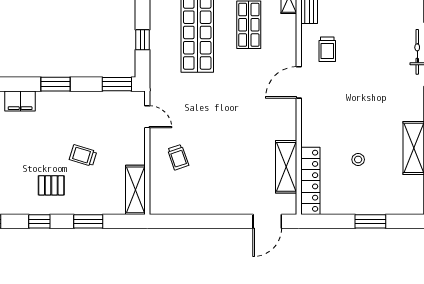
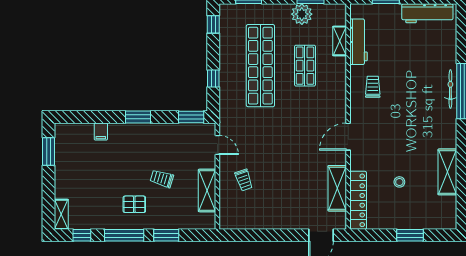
trolley: (327, 49) -> (373, 87), turned 180
door: (299, 82) -> (348, 137), moved
filing cabinet: (20, 101) -> (101, 132), width x0.50
shelving: (135, 190) -> (207, 190), moved
window: (39, 221) -> (124, 235), width x2.17

